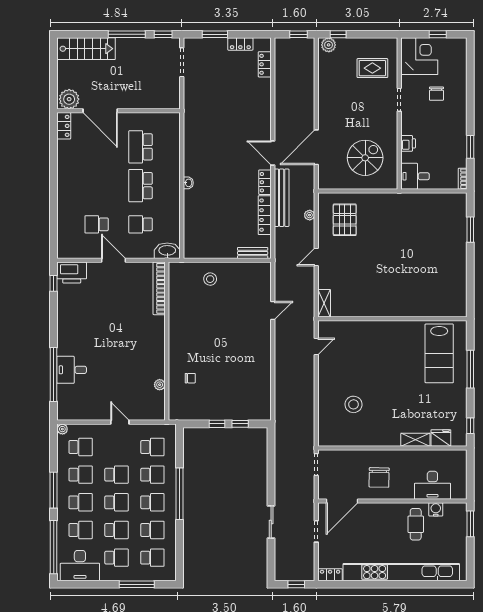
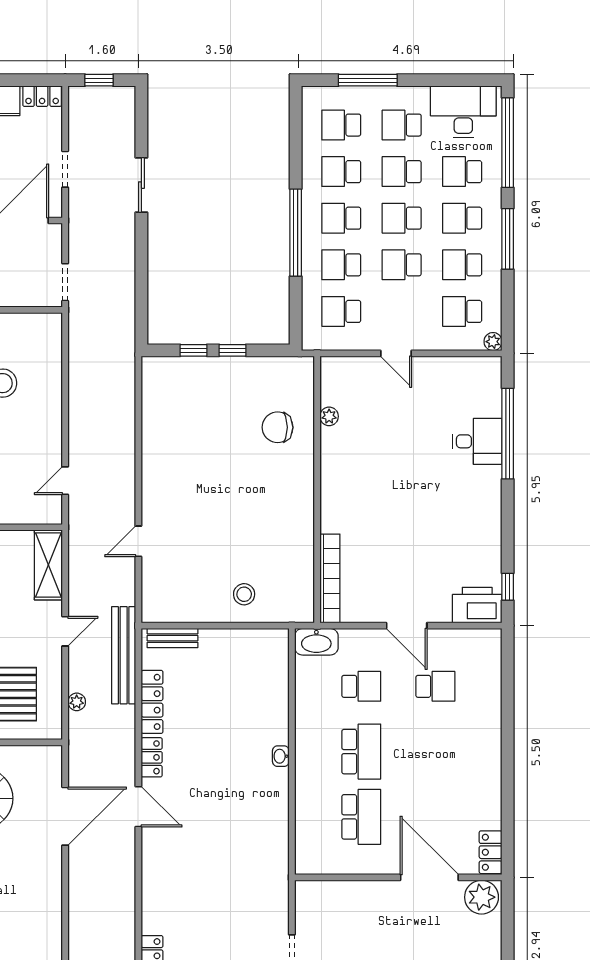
bench: (282, 198) -> (124, 655), moved
shelving: (324, 303) -> (48, 565), width x1.50, depth x1.33
chair: (190, 378) -> (278, 427), width x1.87, depth x1.87

